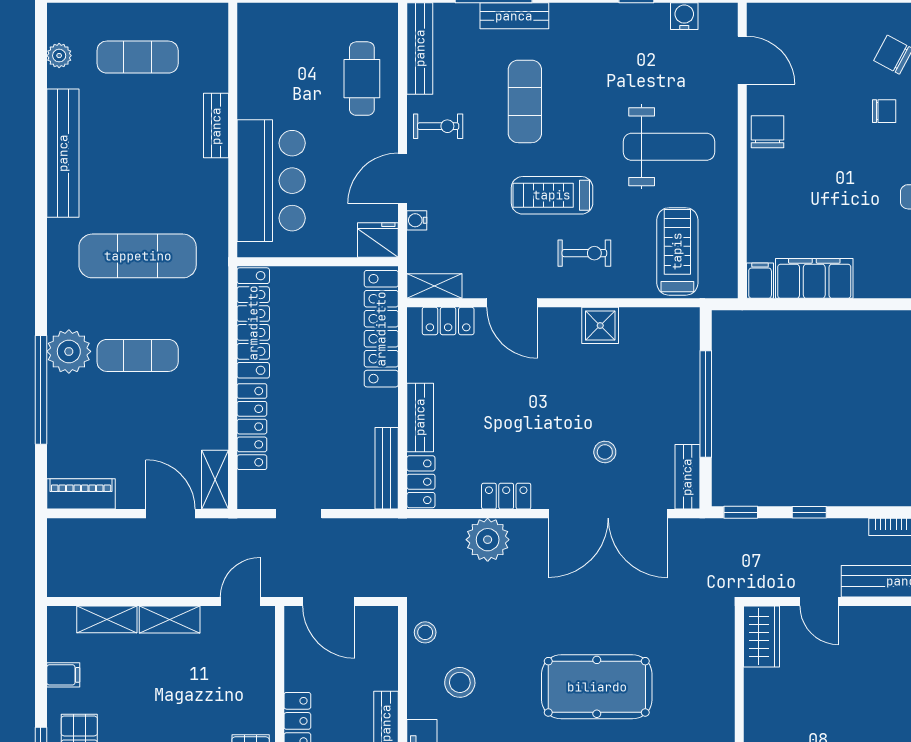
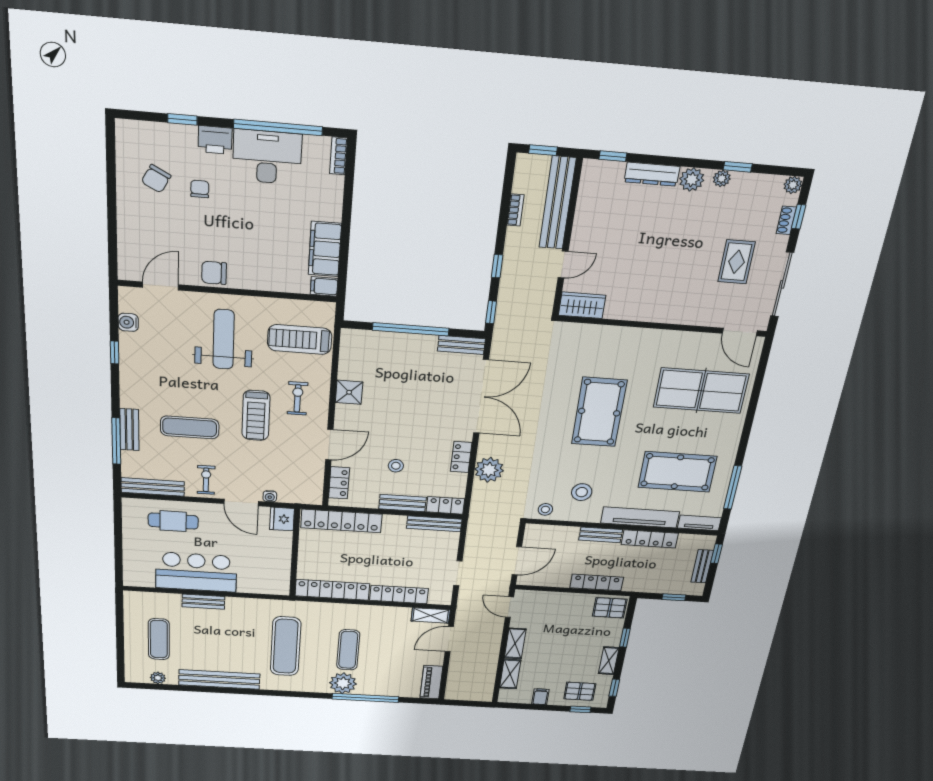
bar counter: (271, 181) -> (196, 572), moved
shelving: (434, 286) -> (315, 489), removed
stool: (605, 452) -> (396, 466), moved

